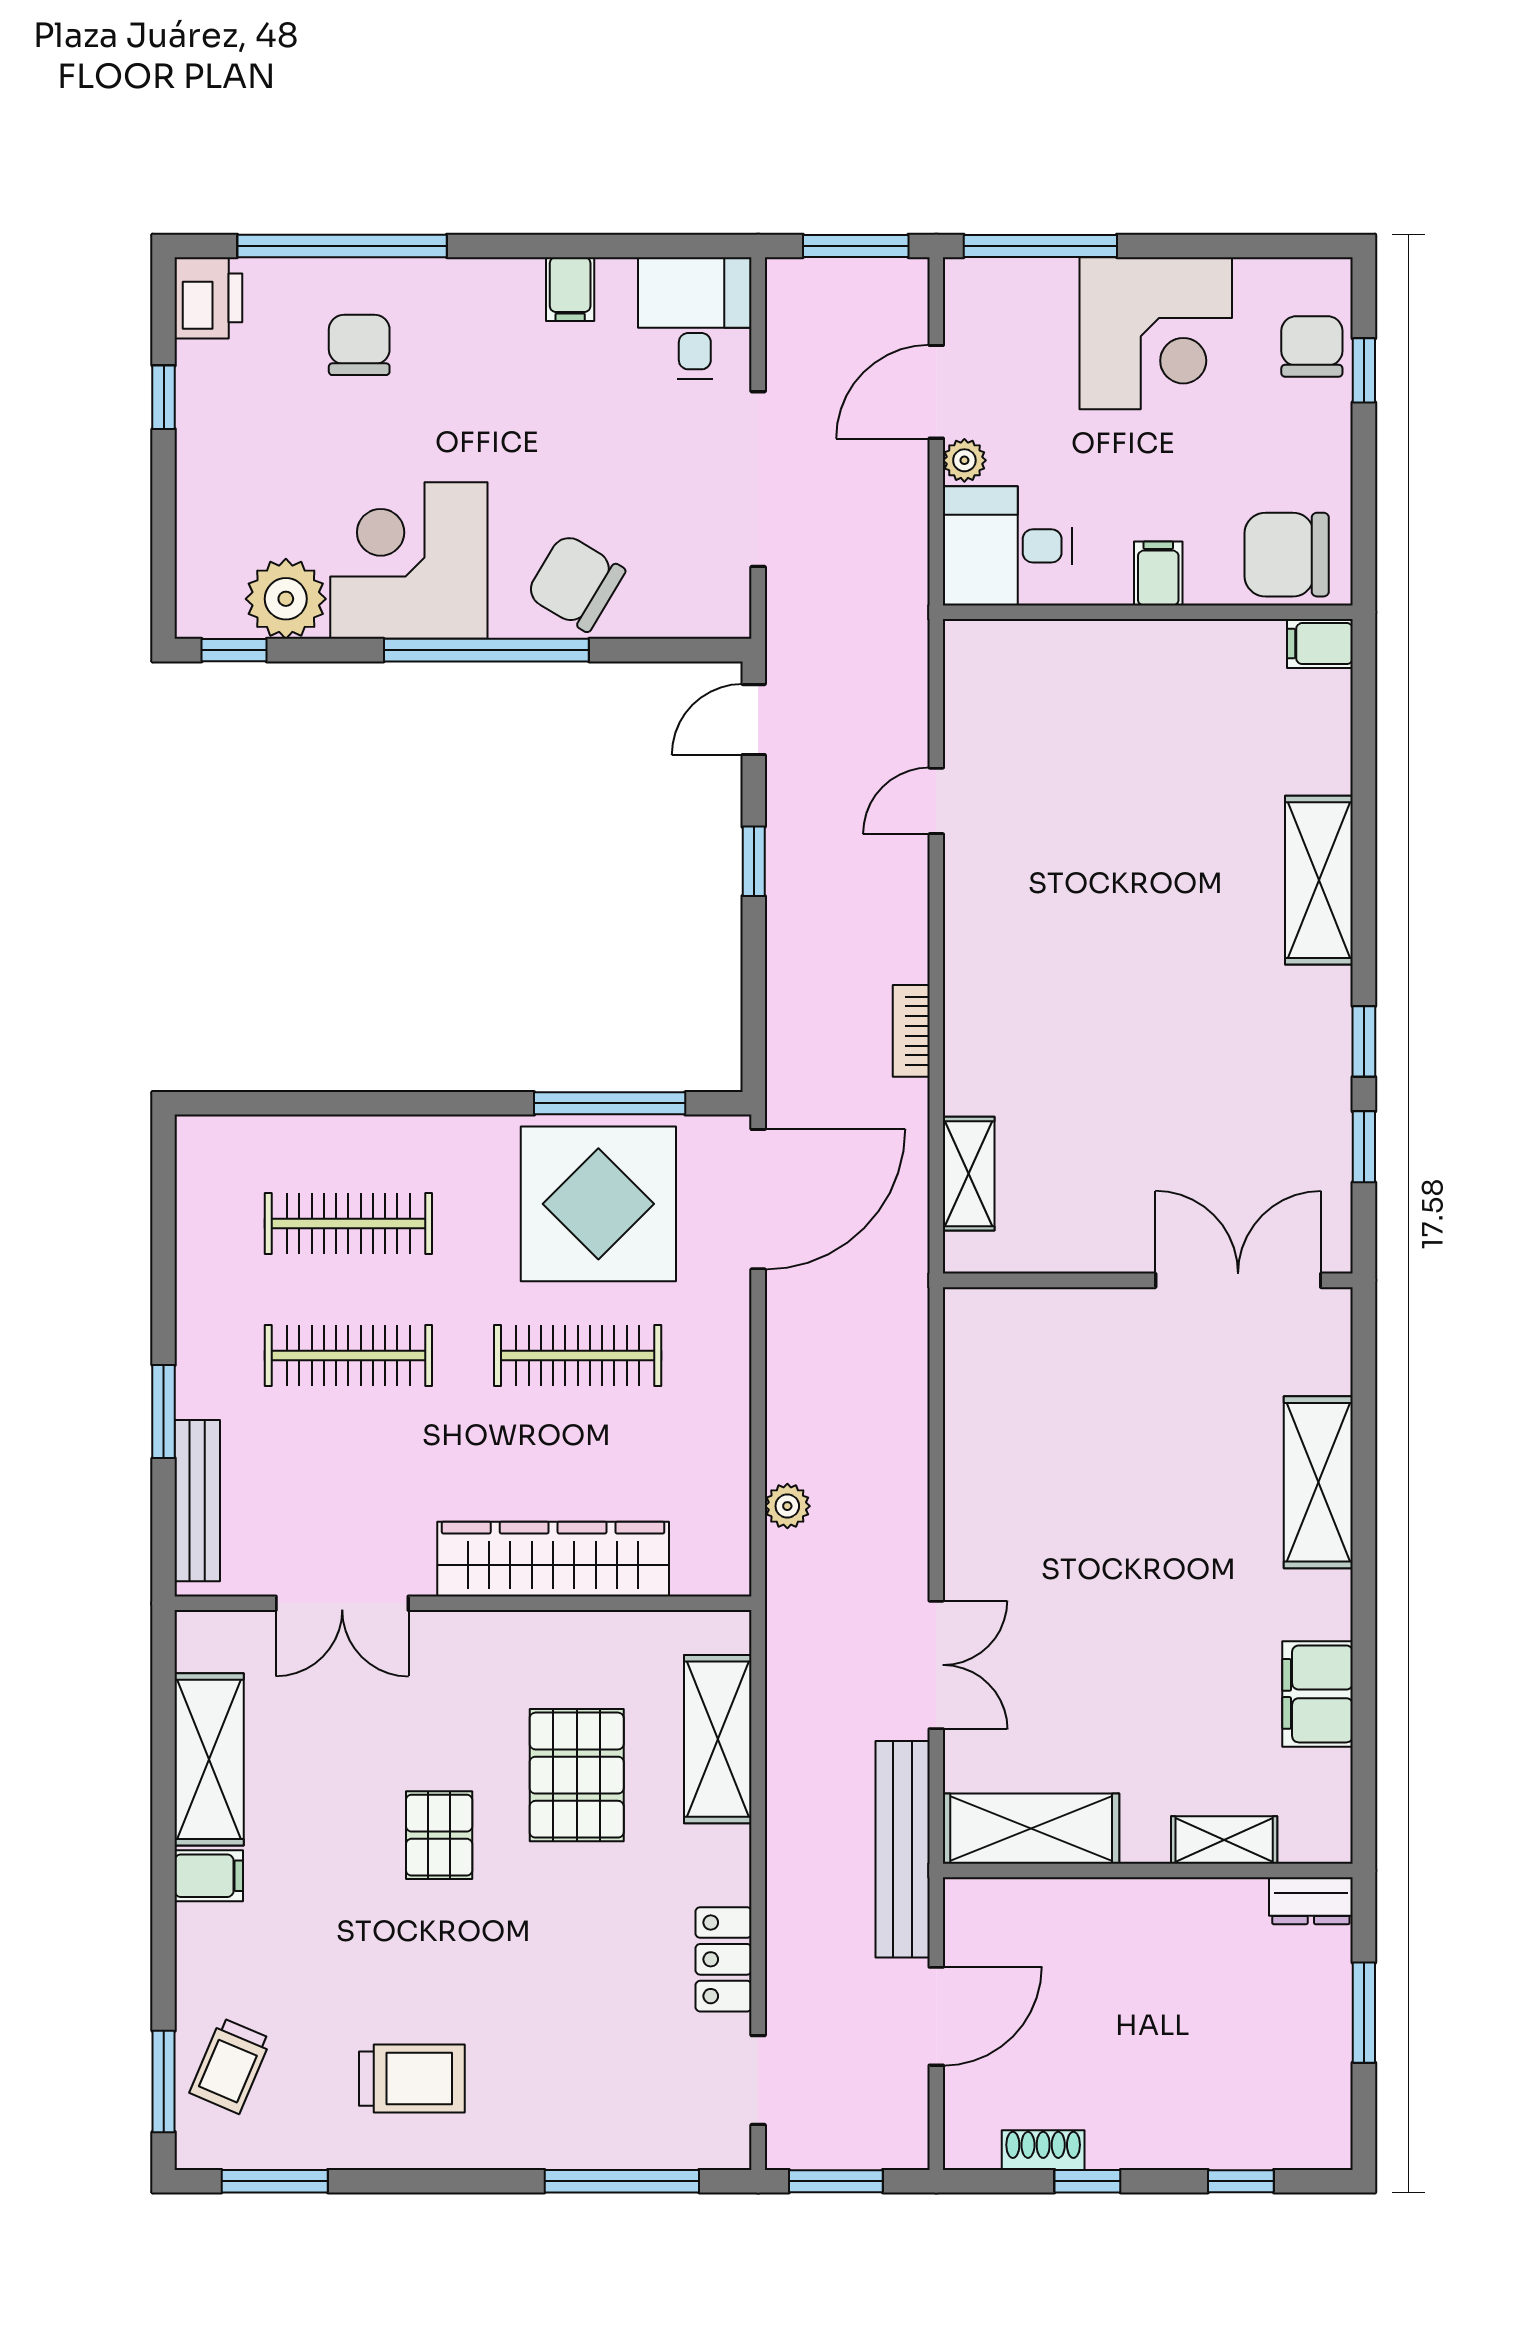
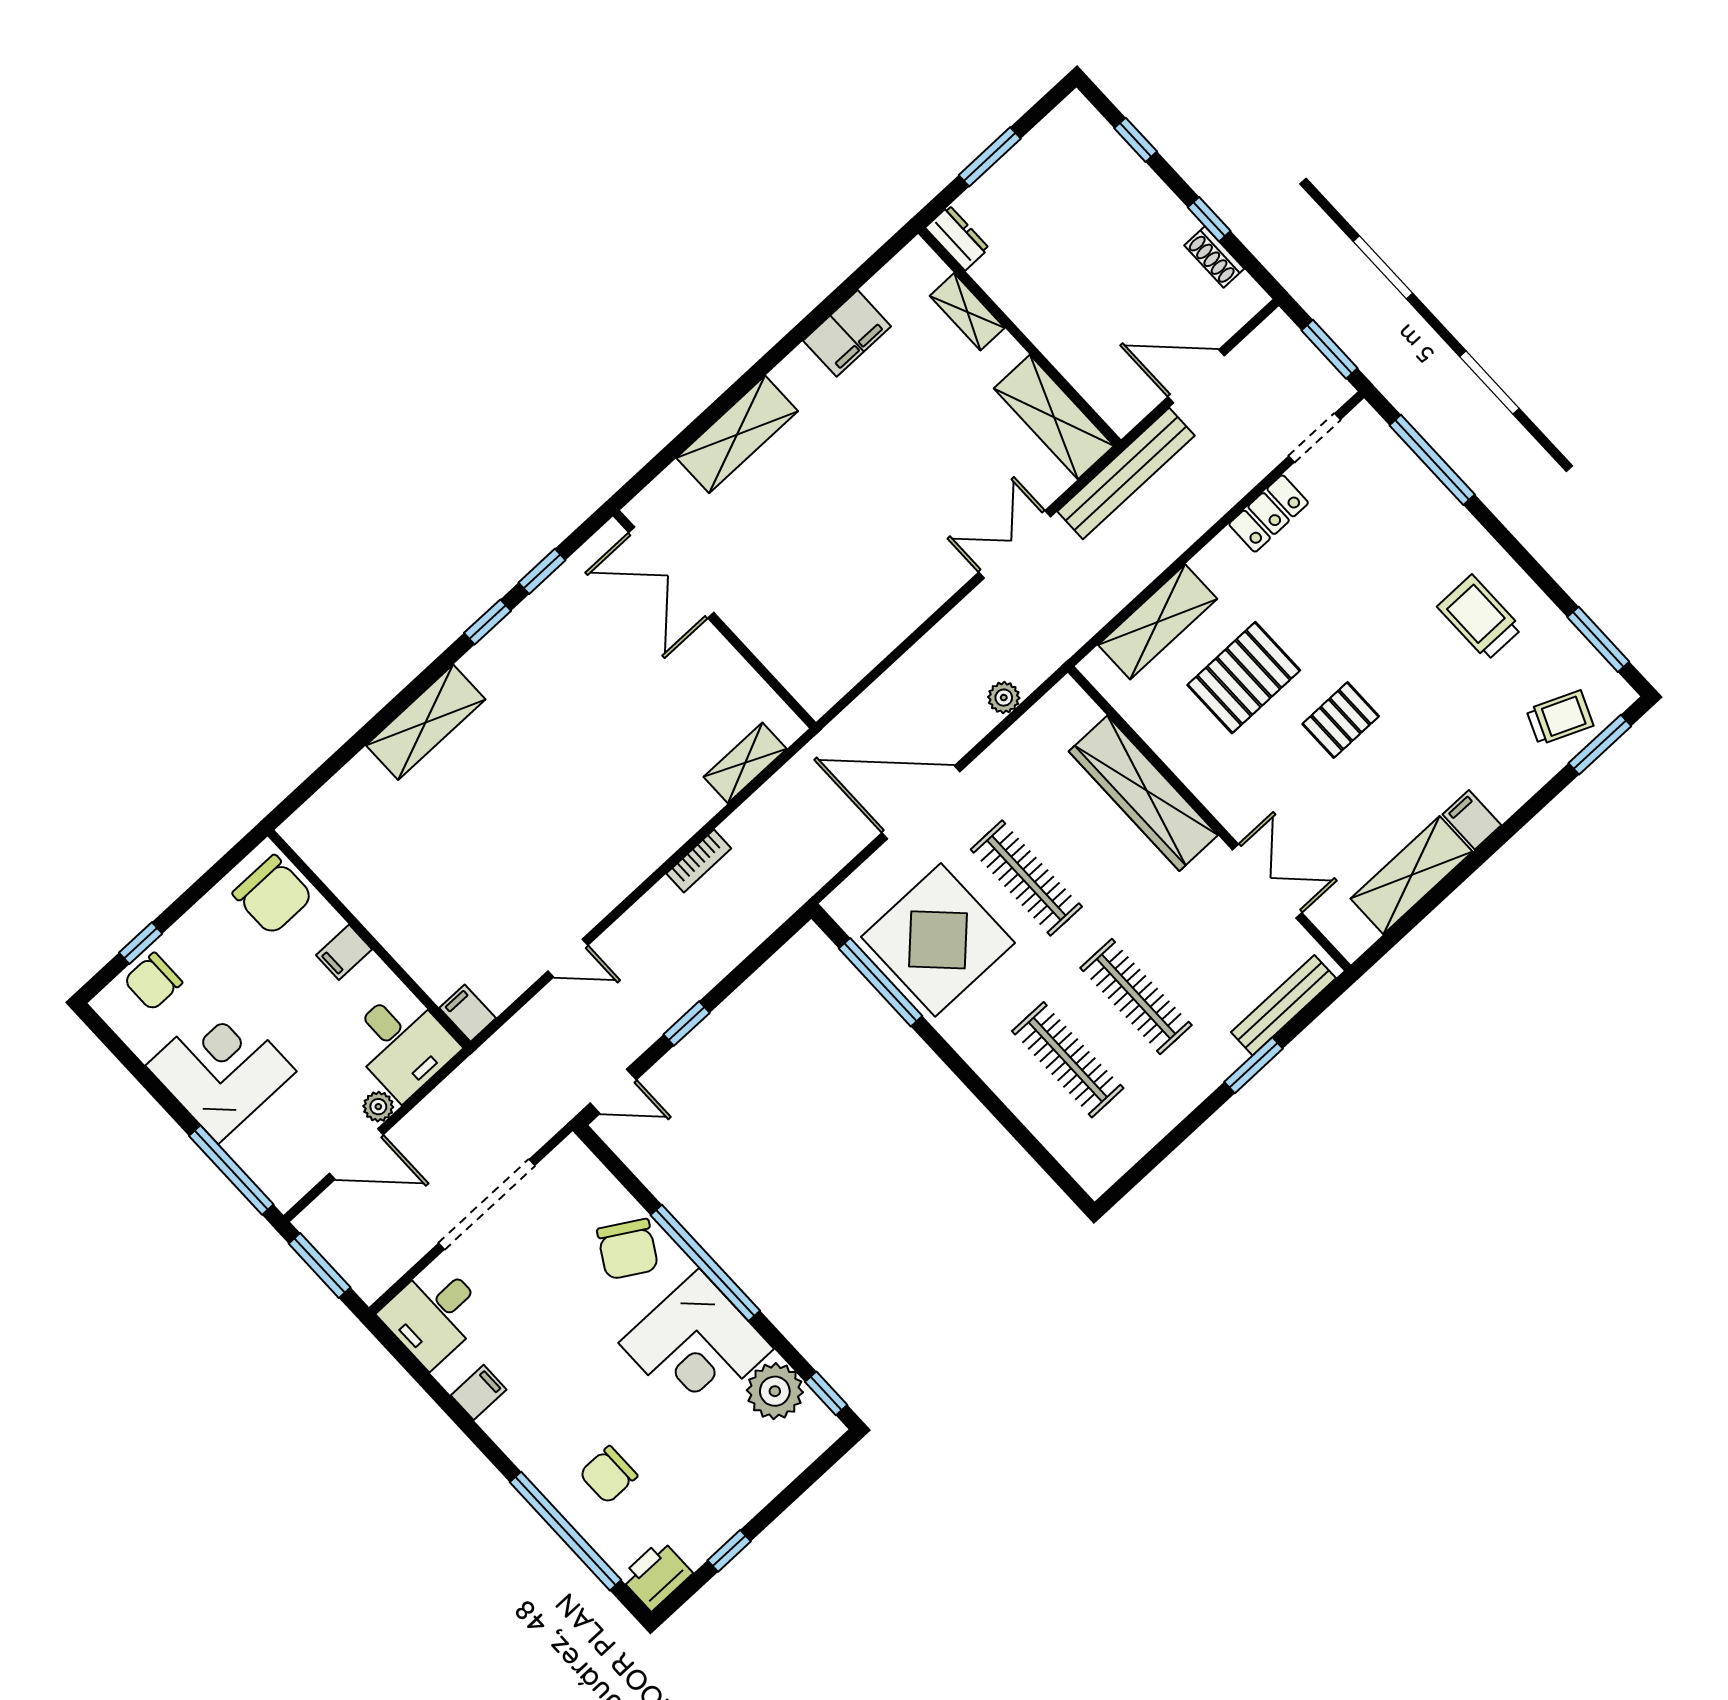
filing cabinet: (1320, 644) -> (468, 1013), moved, turned 180
door: (758, 1199) -> (921, 802), moved

